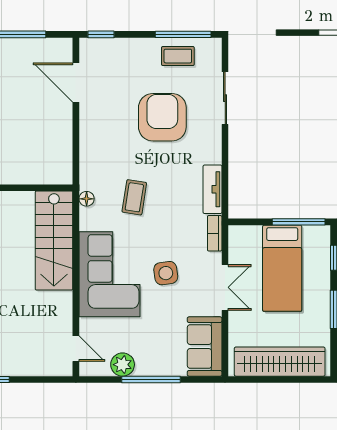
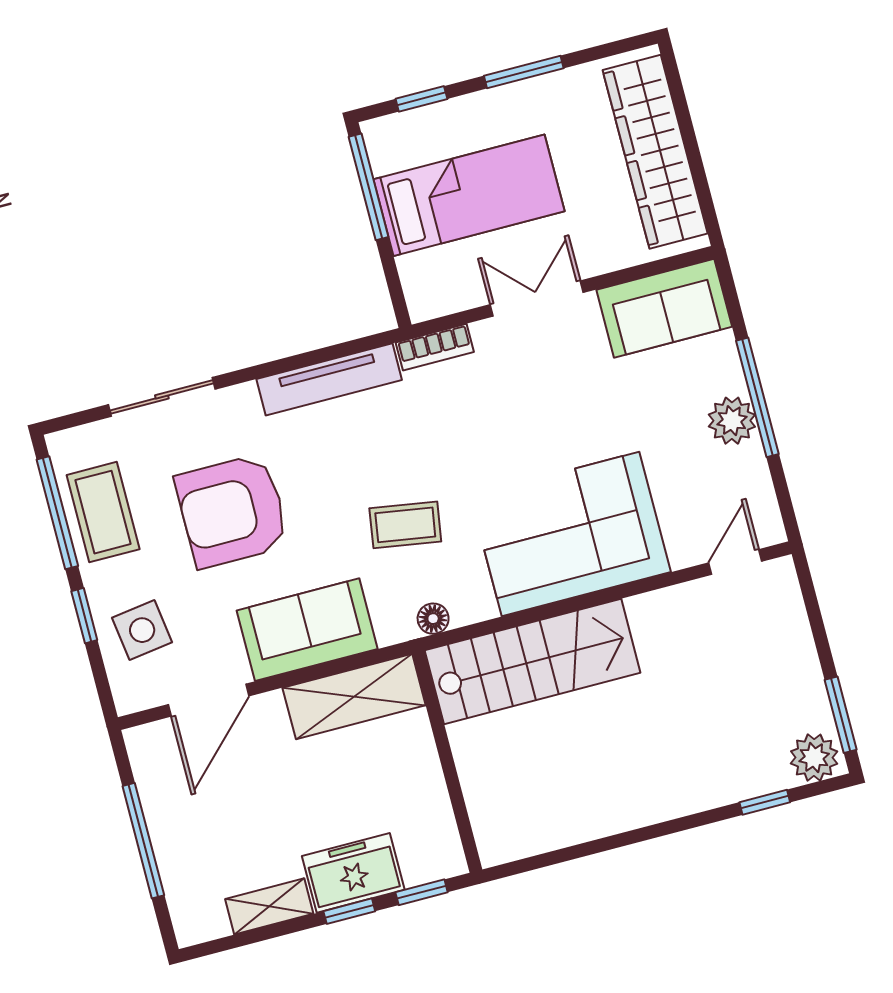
window: (101, 34) -> (84, 616), moved
coffee table: (178, 56) -> (103, 512), width x1.36, depth x1.30
sofa: (97, 138) -> (307, 630), added
shelving: (60, 152) -> (354, 696), added
tv unit: (212, 189) -> (329, 379), width x1.41
side table: (166, 273) -> (142, 630), moved
plant: (123, 365) -> (732, 421), moved

